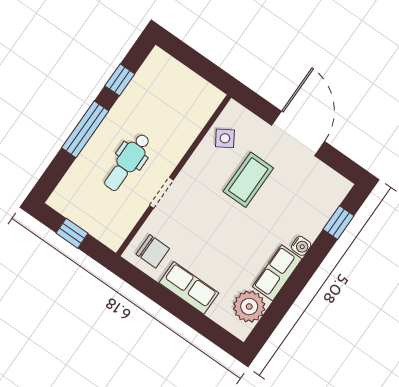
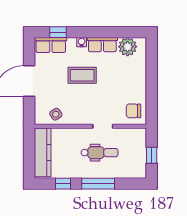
kitchen counter: (184, 82) -> (43, 152), added
coffee table: (248, 180) -> (82, 75), moved
chair: (153, 251) -> (133, 111), turned -90
row of seats: (189, 288) -> (51, 45), moved, turned -90

